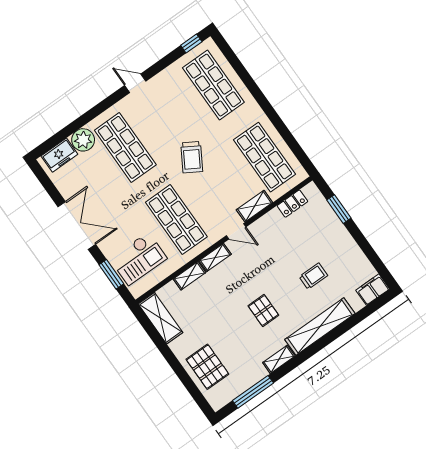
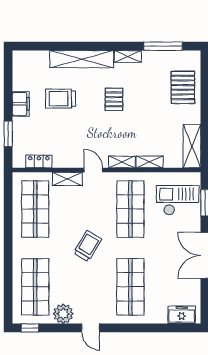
plant: (83, 140) -> (63, 314), moved
trolley: (313, 276) -> (61, 99), width x1.36, depth x1.39
filing cabinet: (373, 290) -> (21, 104), moved, turned -90

